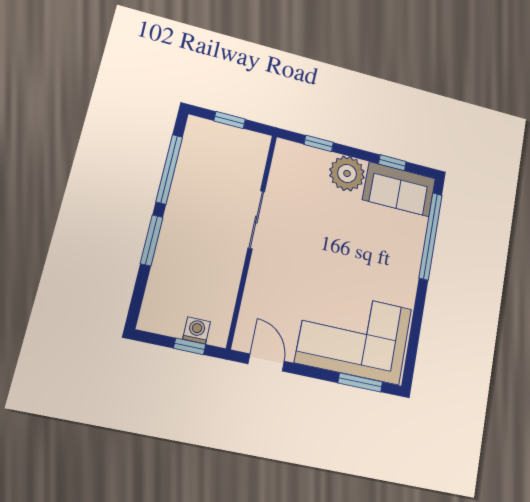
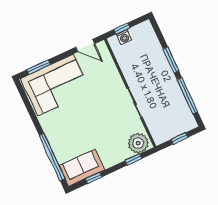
plant: (347, 173) -> (138, 143), moved

